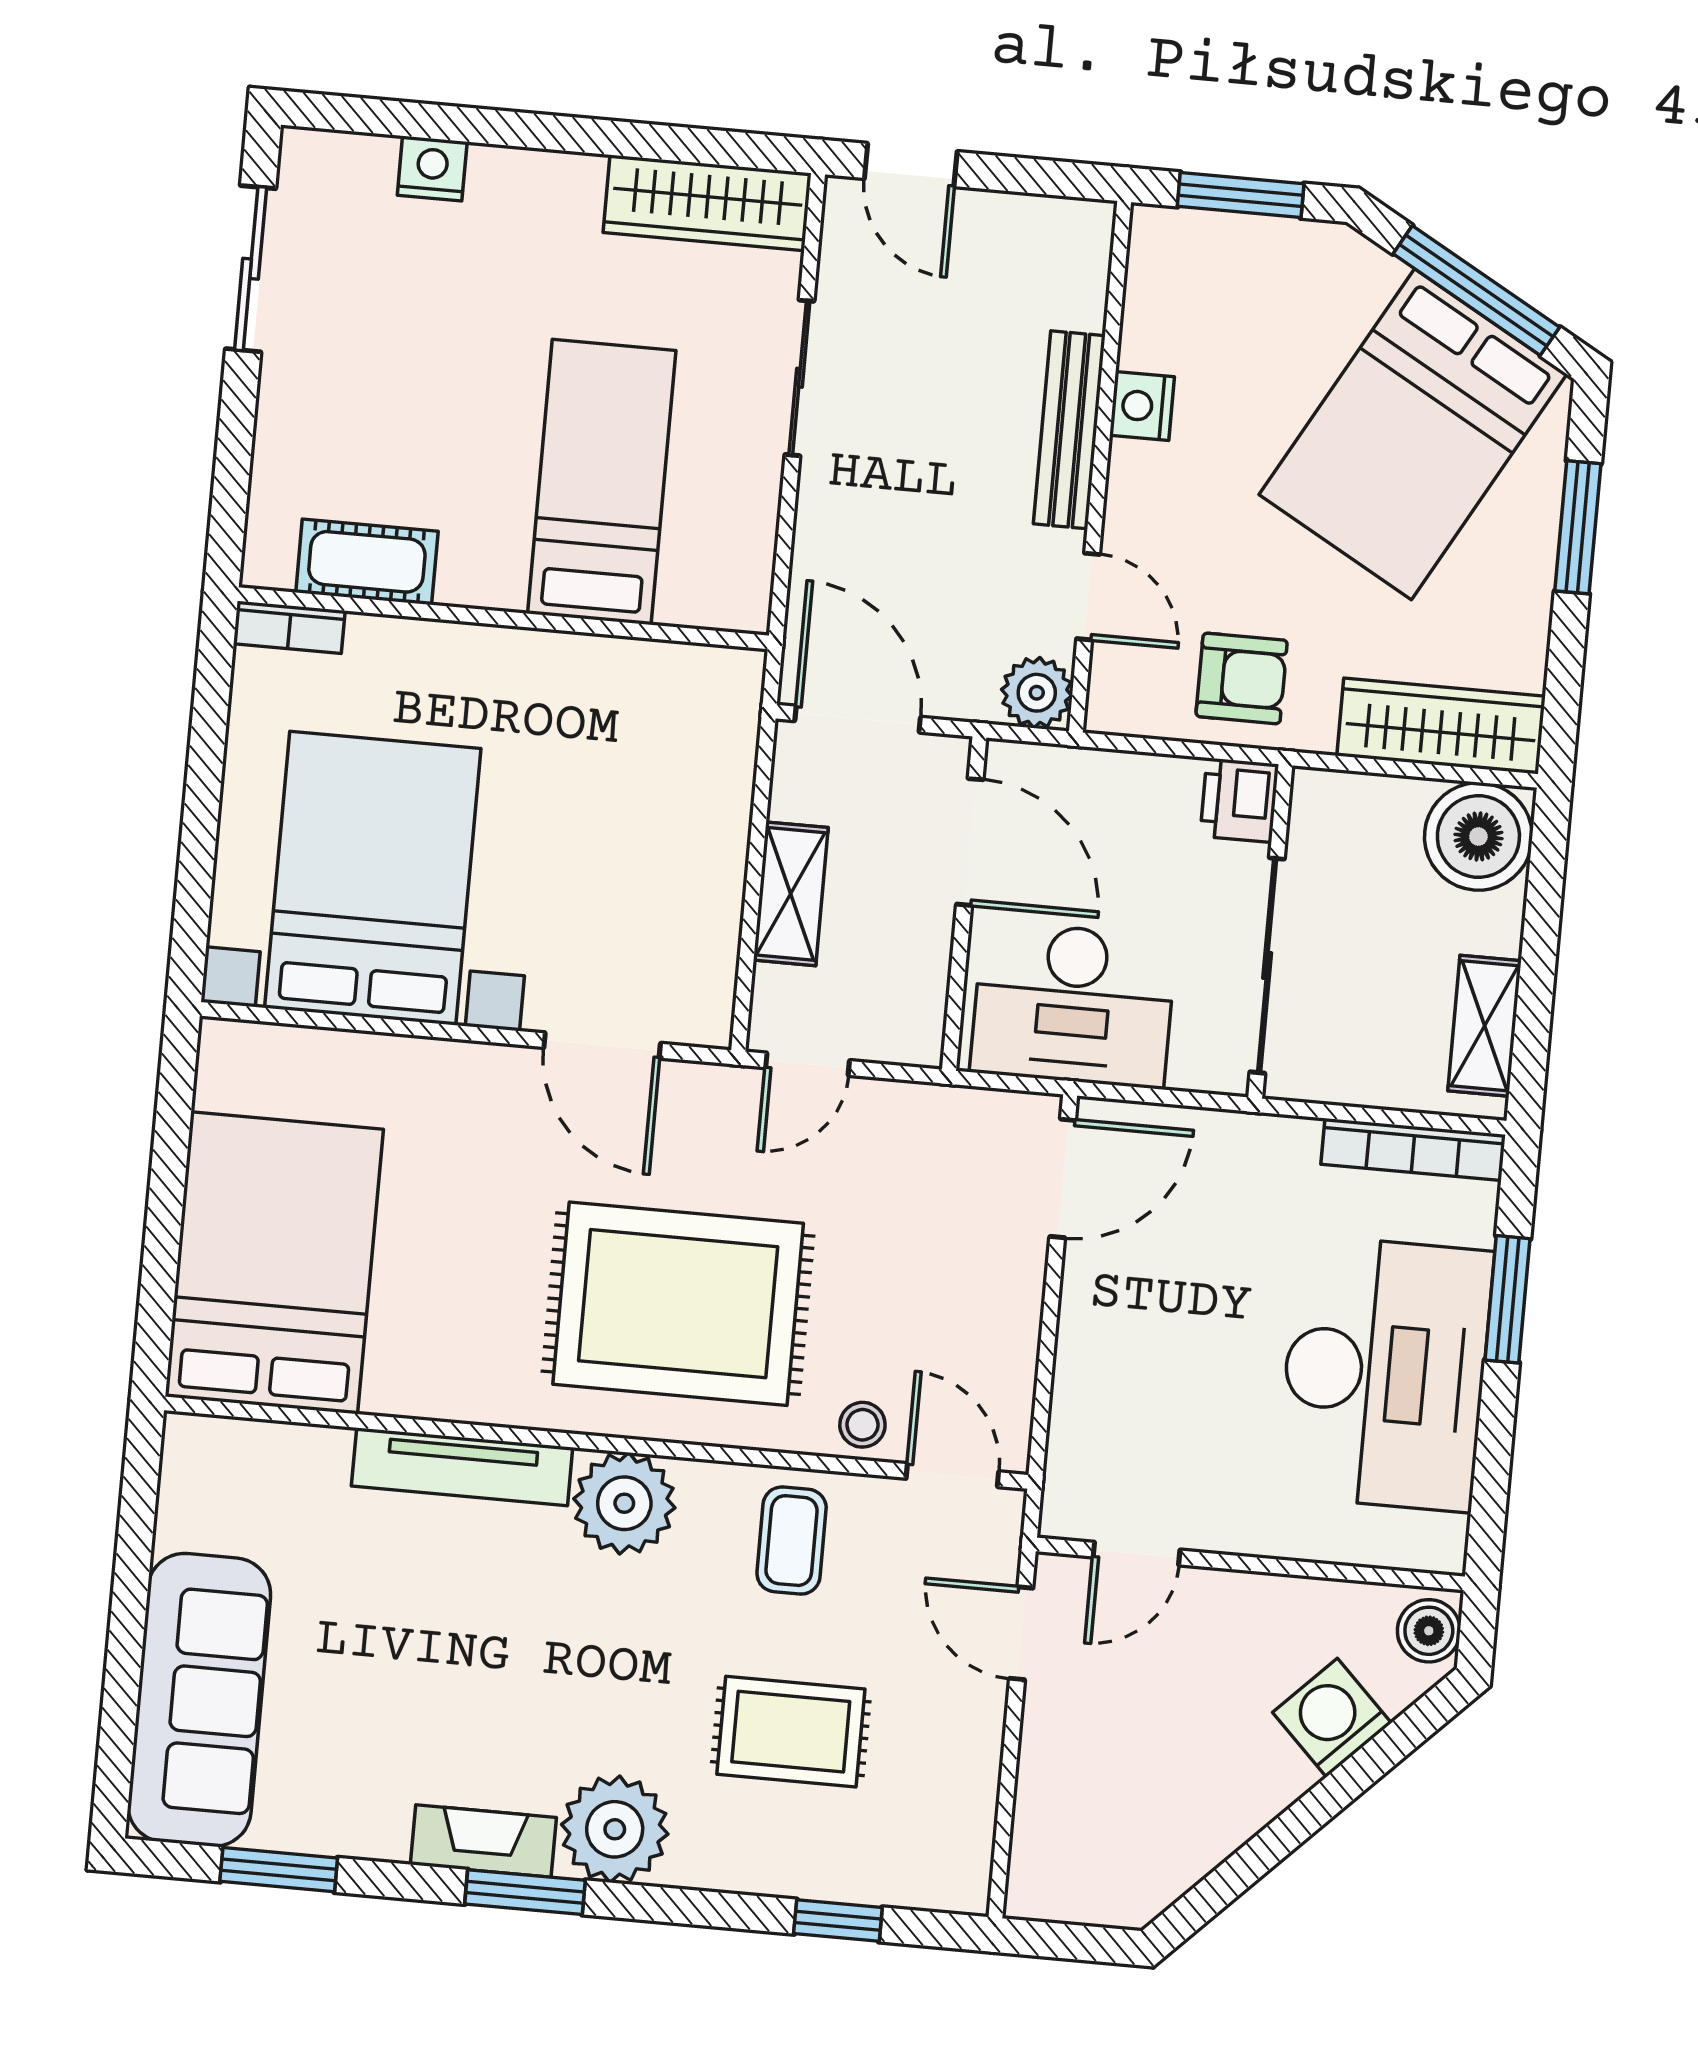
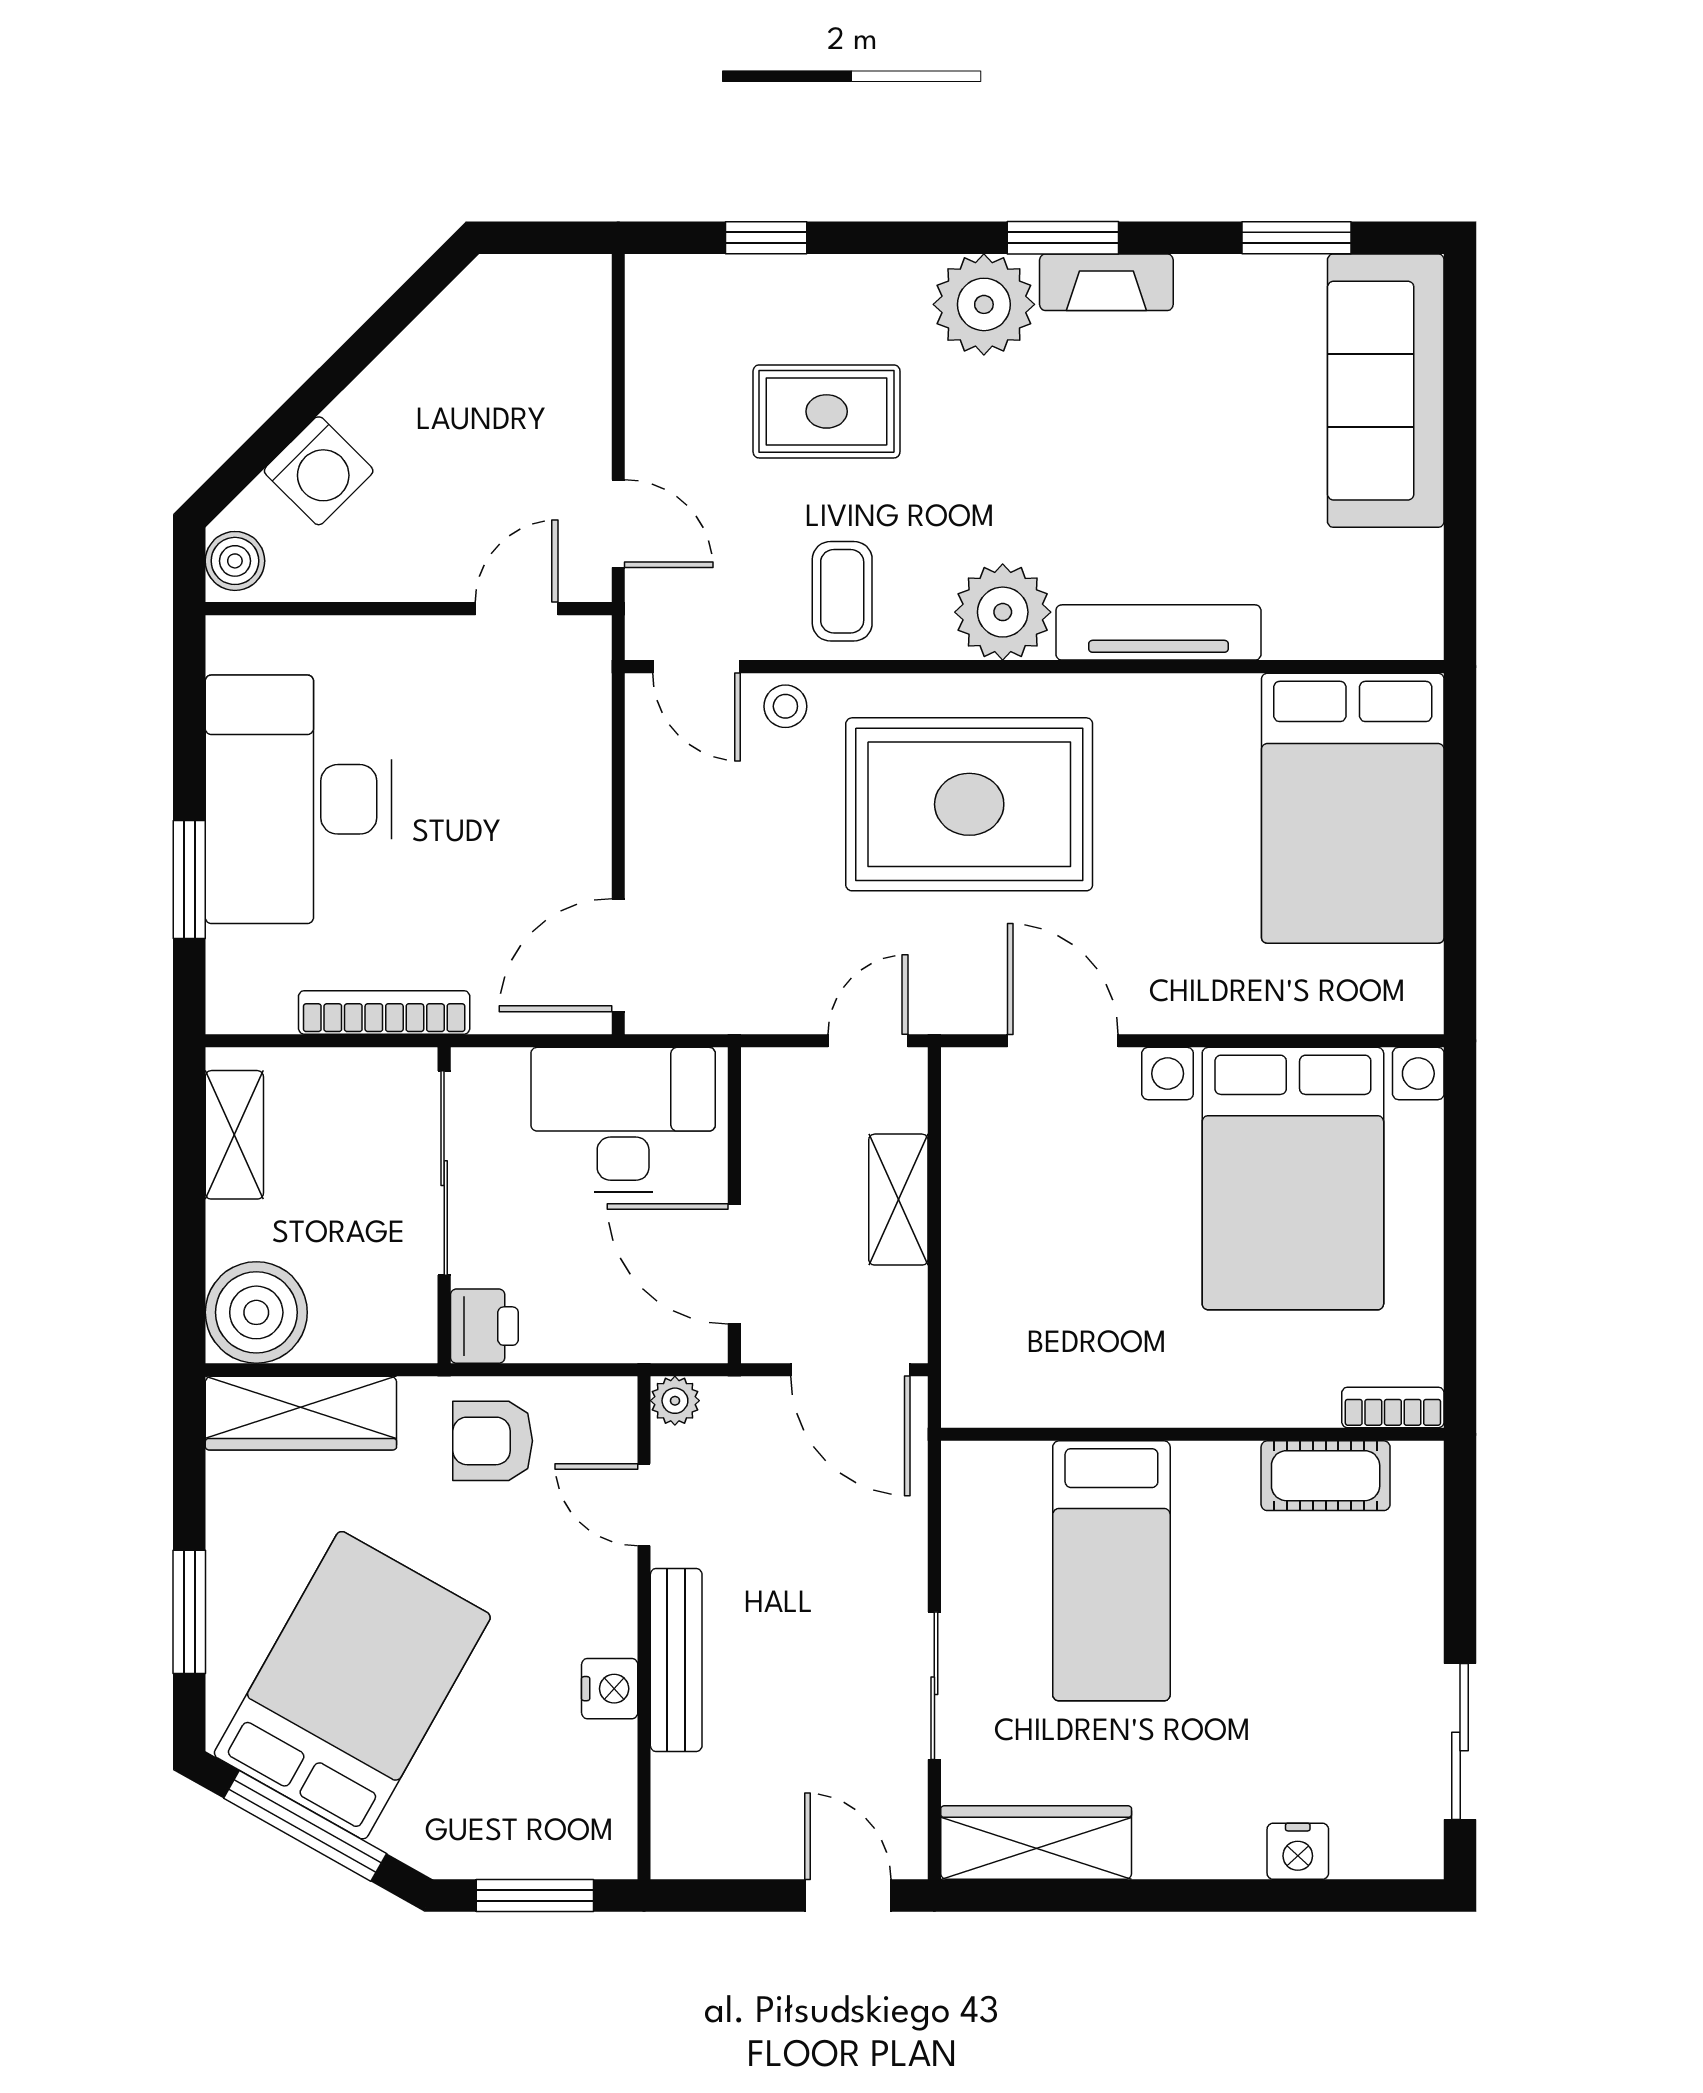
plant: (1037, 693) -> (675, 1401), width x0.73, depth x0.73
bookcase: (1413, 1149) -> (384, 1012), moved

